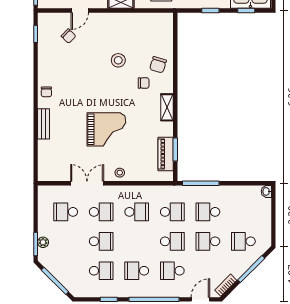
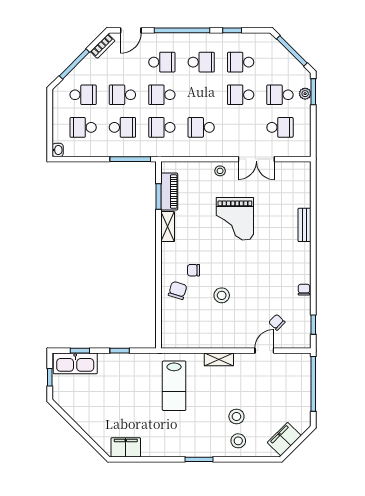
chair: (46, 92) -> (304, 290), moved
shelving: (167, 107) -> (168, 227), moved
grand piano: (106, 129) -> (235, 219), turned -90
school desk: (101, 212) -> (280, 95), moved
school desk: (243, 212) -> (83, 127), added
school desk: (208, 241) -> (122, 95), turned 180

